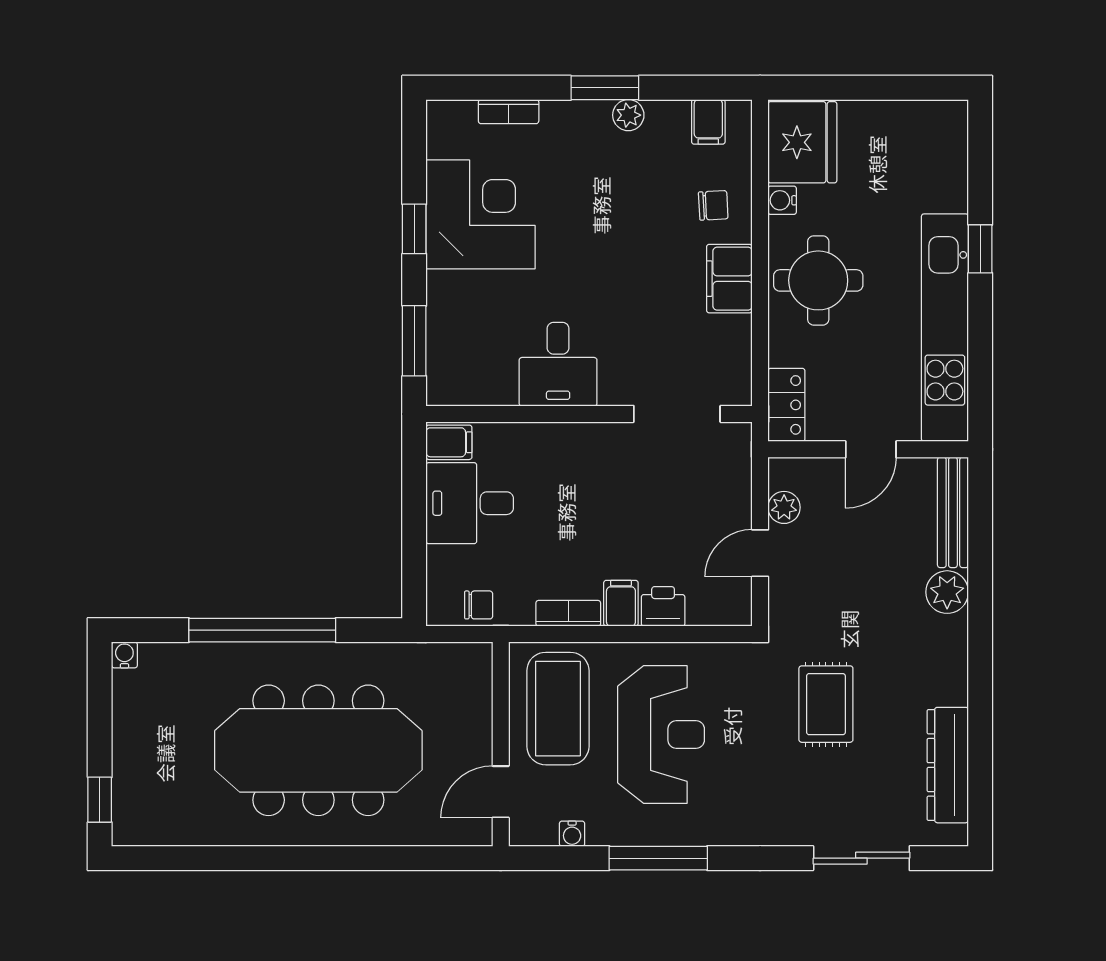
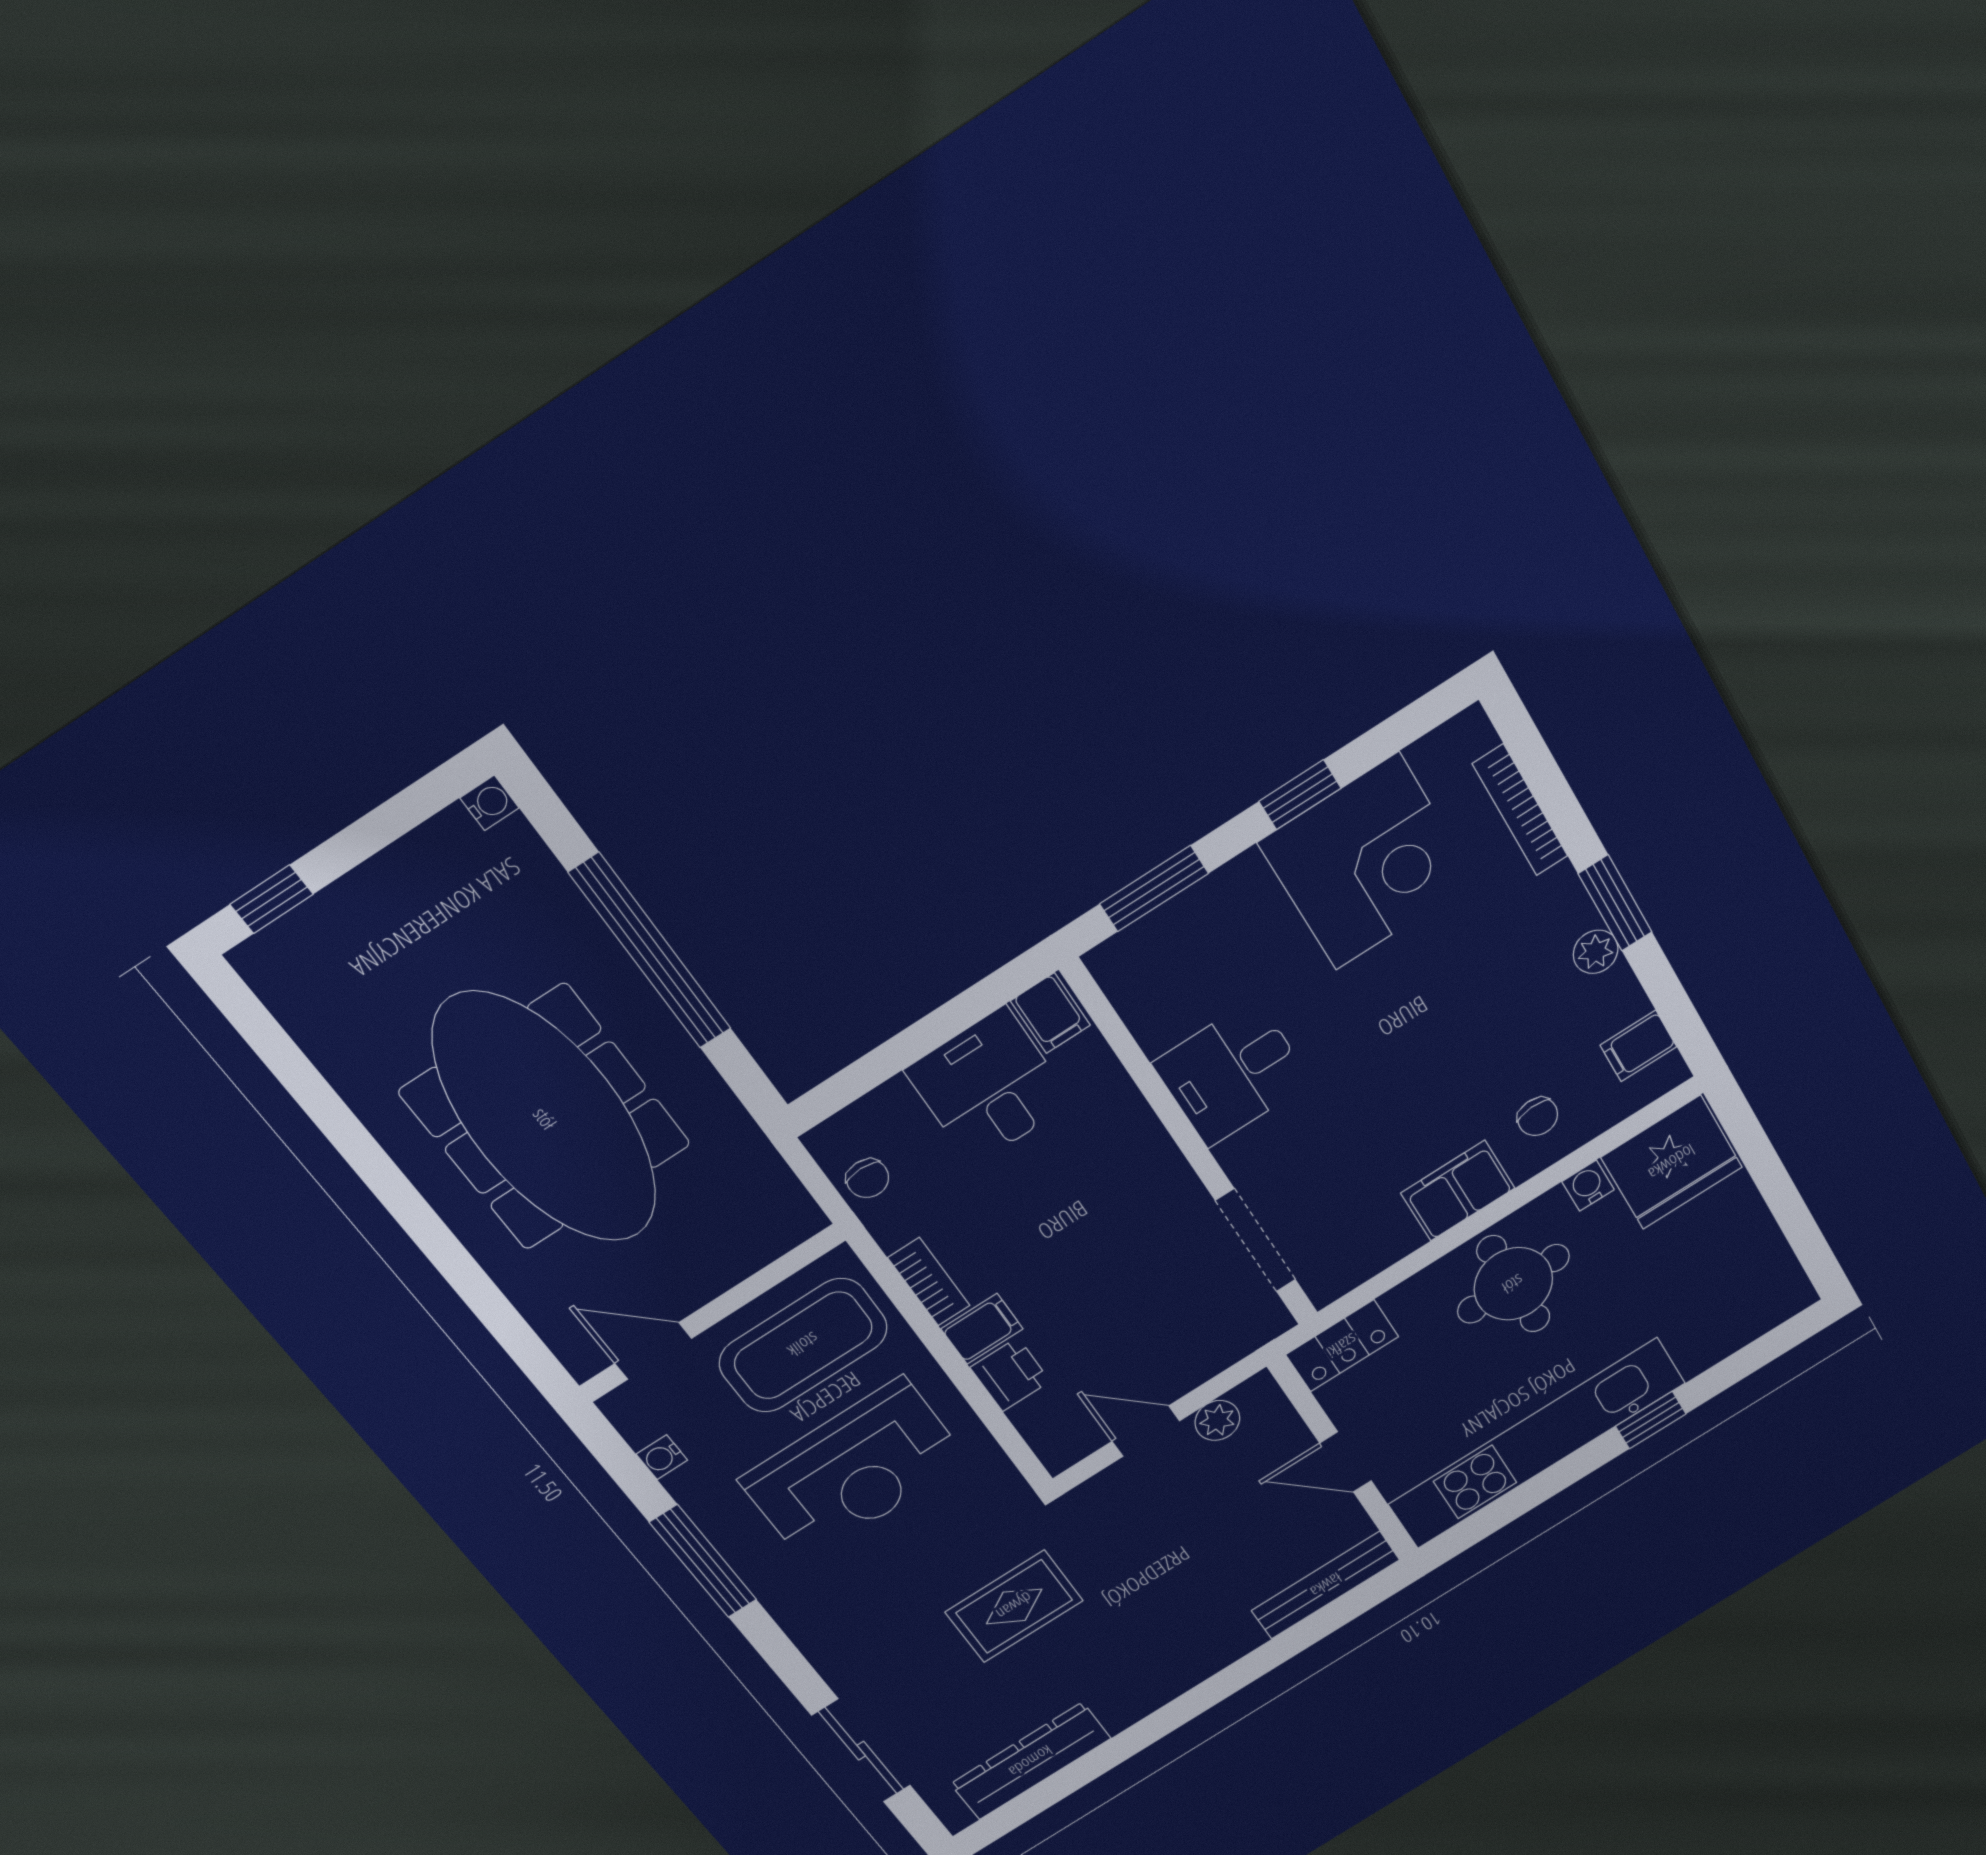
bookcase: (509, 112) -> (1520, 810), width x1.56
plant: (947, 592) -> (1229, 1637), removed

